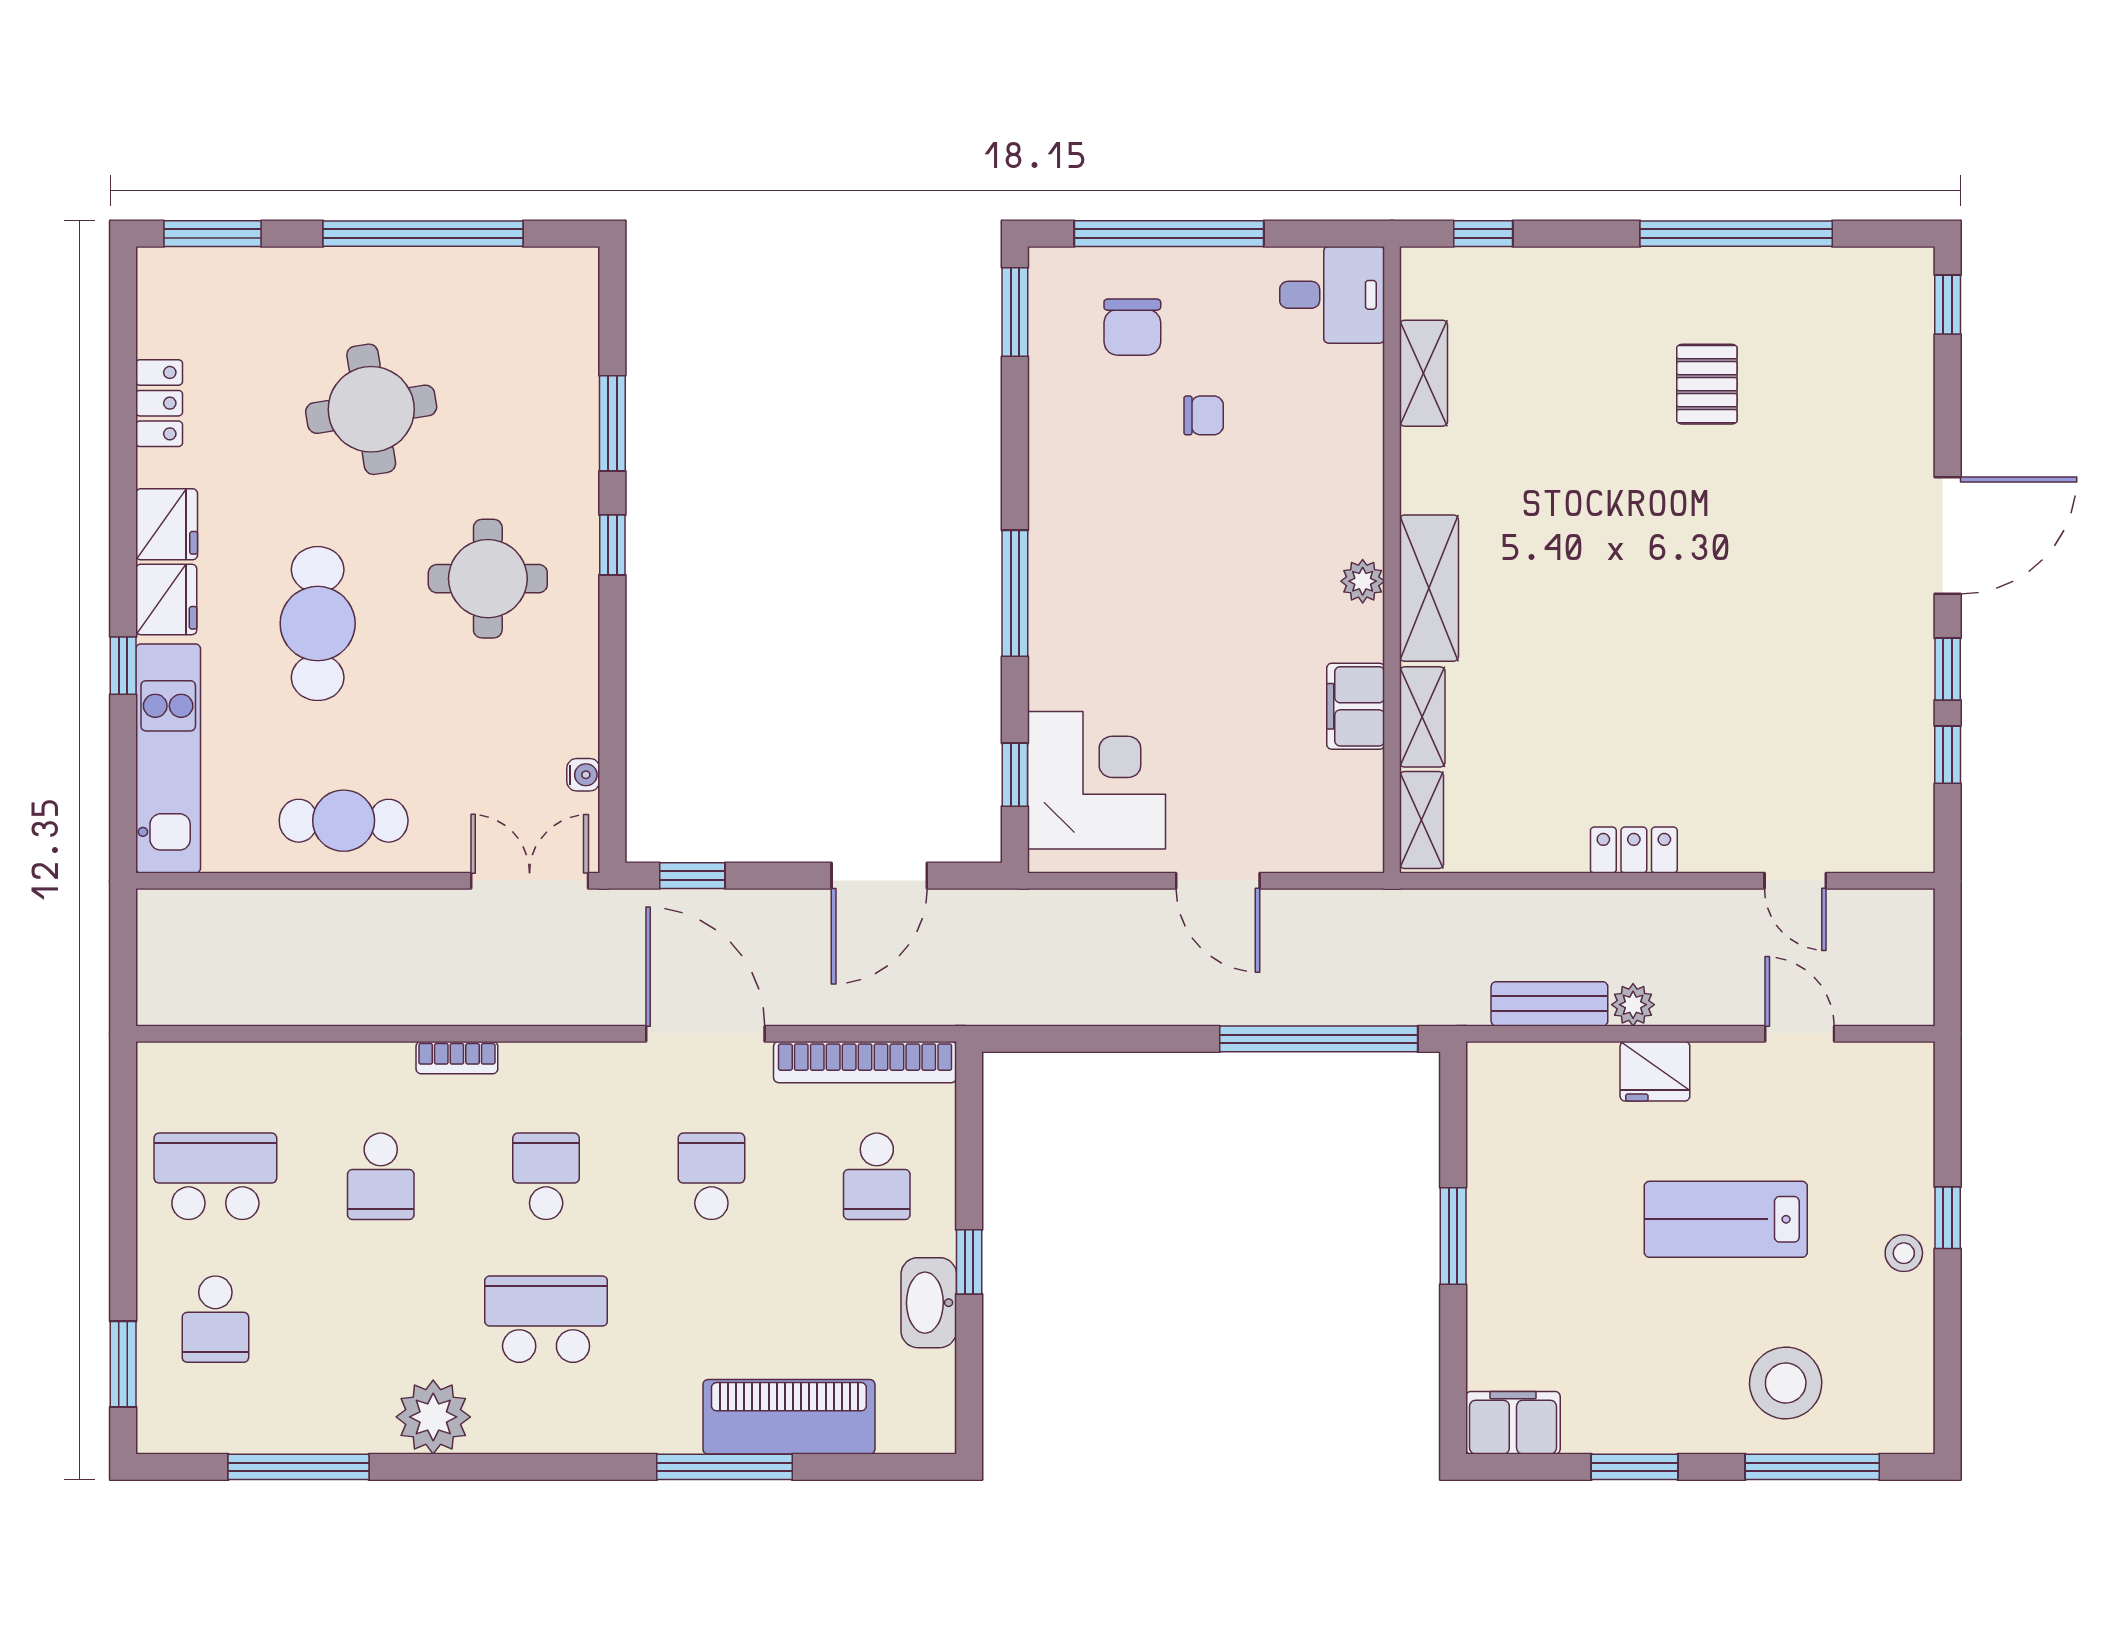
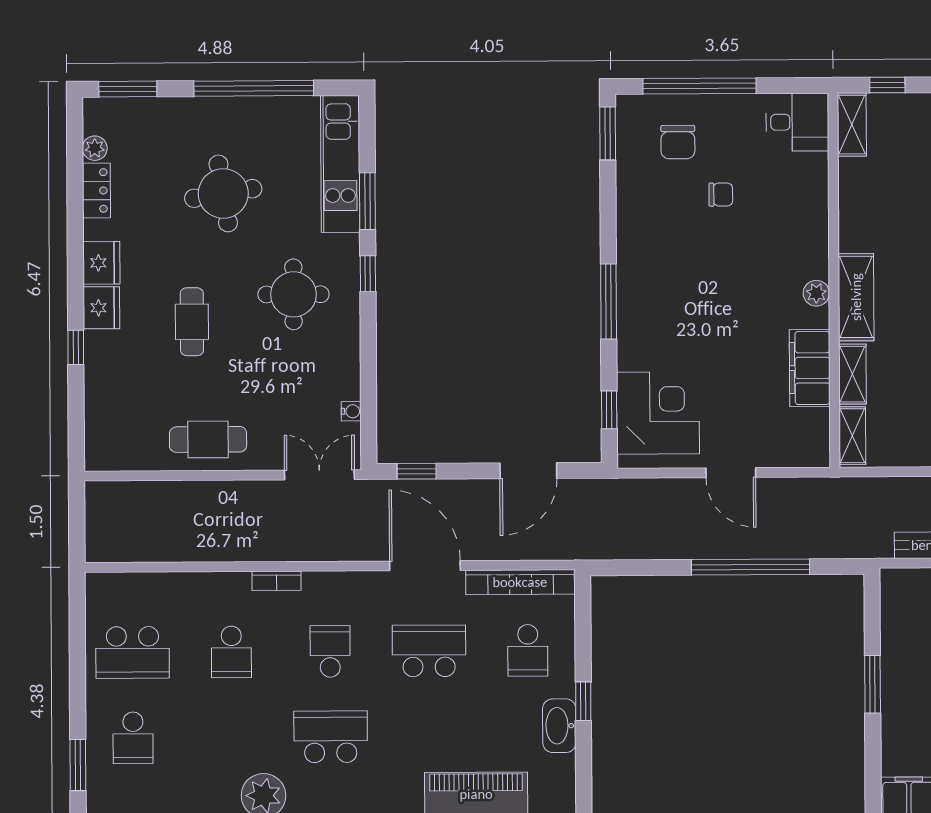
plant: (157, 332) -> (95, 148), added
shelving: (1424, 373) -> (852, 125), moved
cafe table: (318, 624) -> (192, 322), width x0.73, depth x0.74
filing cabinet: (1356, 706) -> (810, 368), width x1.50, depth x1.17
kitchen unit: (168, 759) -> (340, 164), moved, turned 180
window: (1319, 1039) -> (750, 567), moved
school desk: (215, 1176) -> (133, 652), turned 180
school desk: (711, 1176) -> (429, 651), width x1.85

